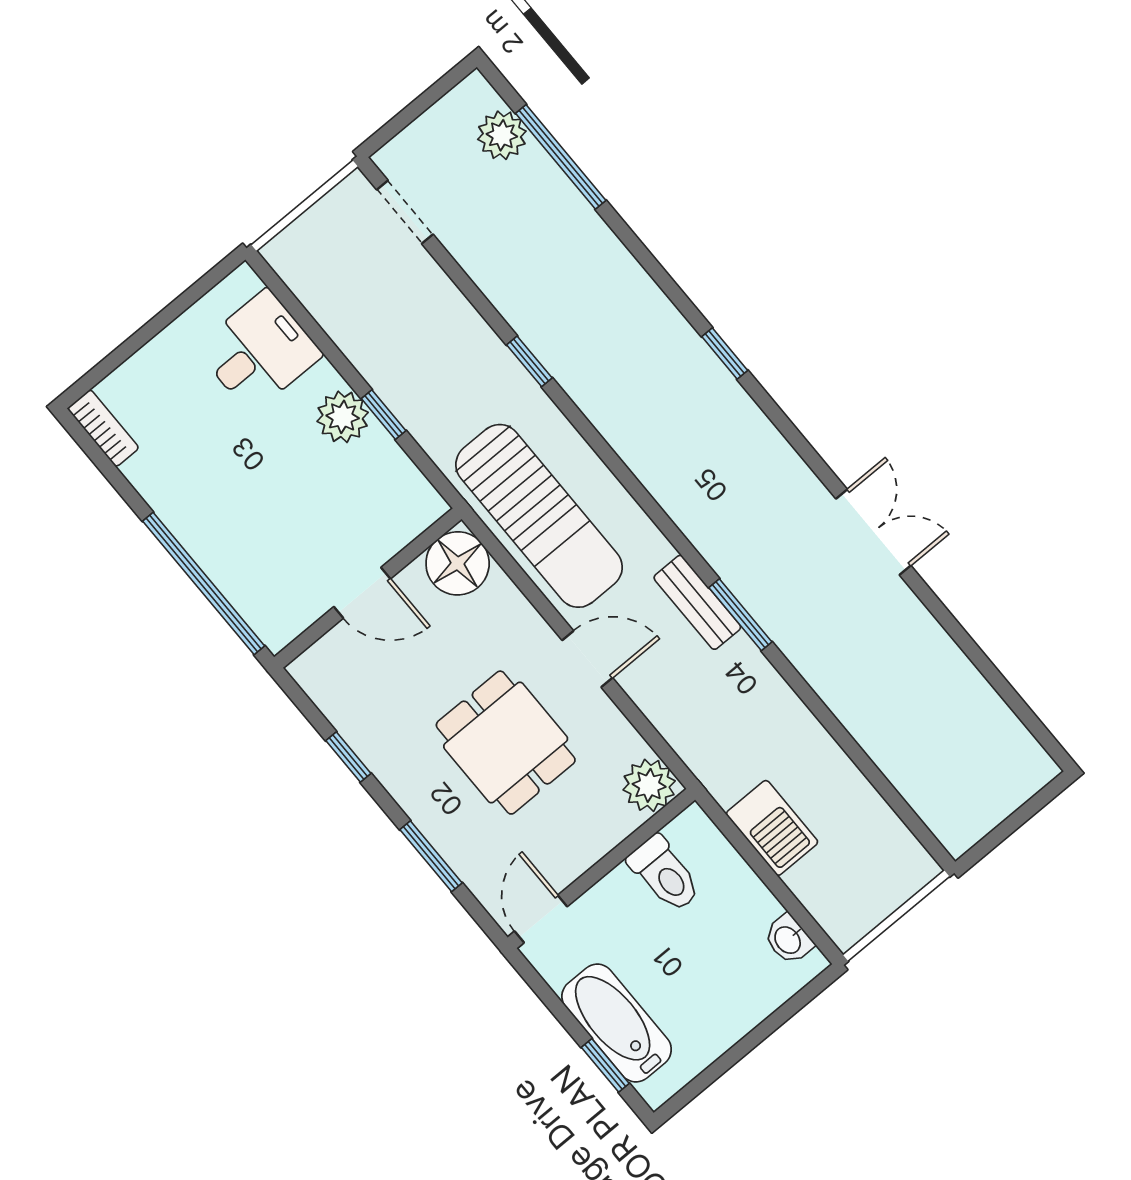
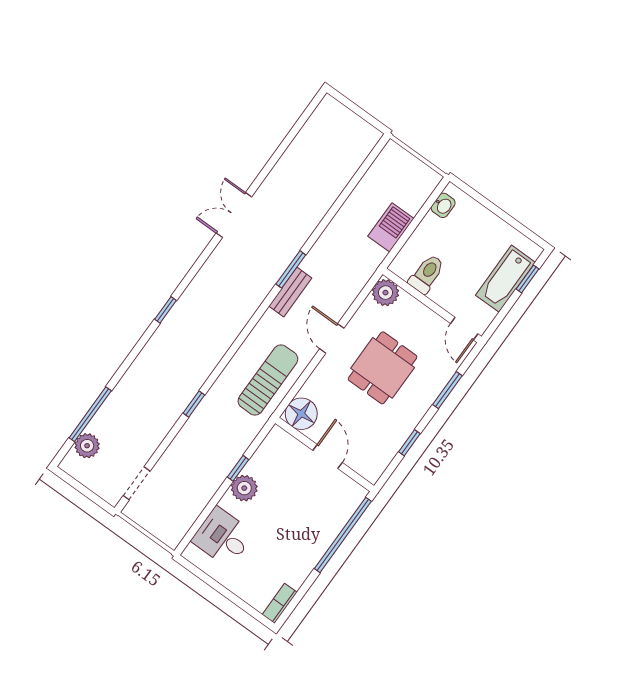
sun lounger: (539, 516) -> (268, 380), width x0.73, depth x0.75
door: (541, 919) -> (464, 329), hinge flipped

